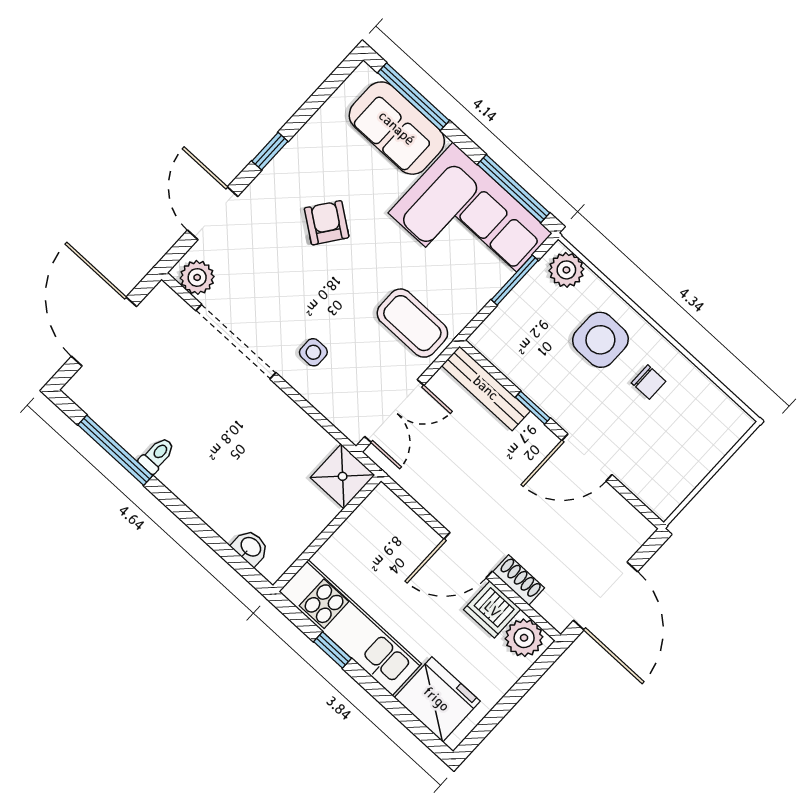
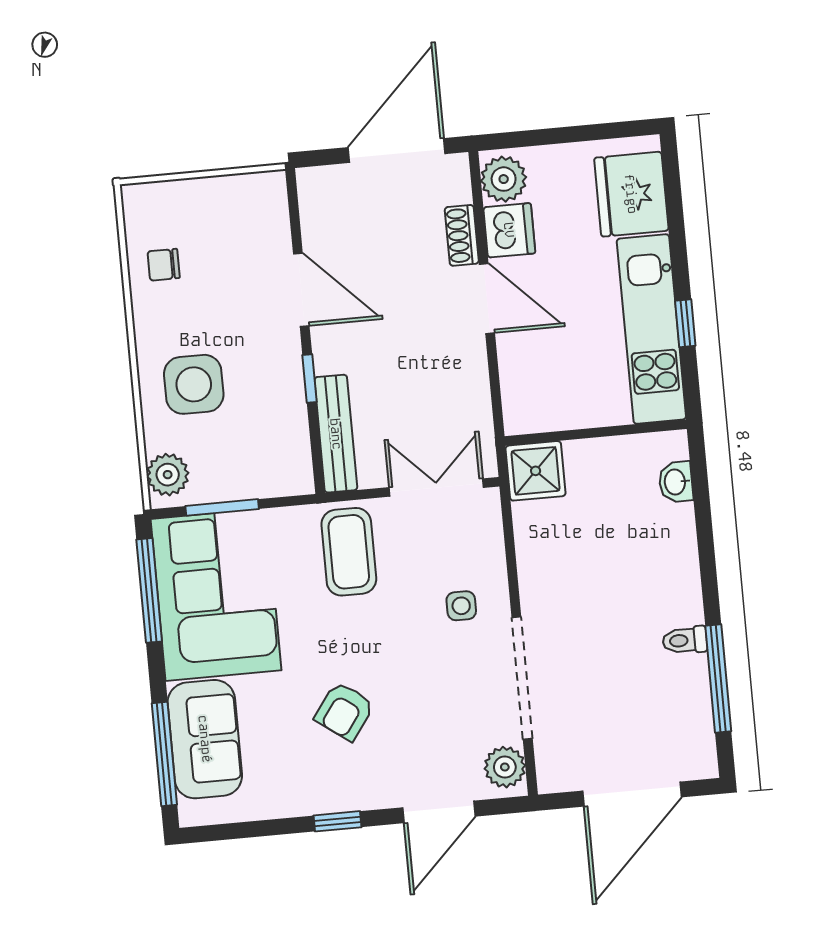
chair: (649, 382) -> (164, 265), moved, turned -90

